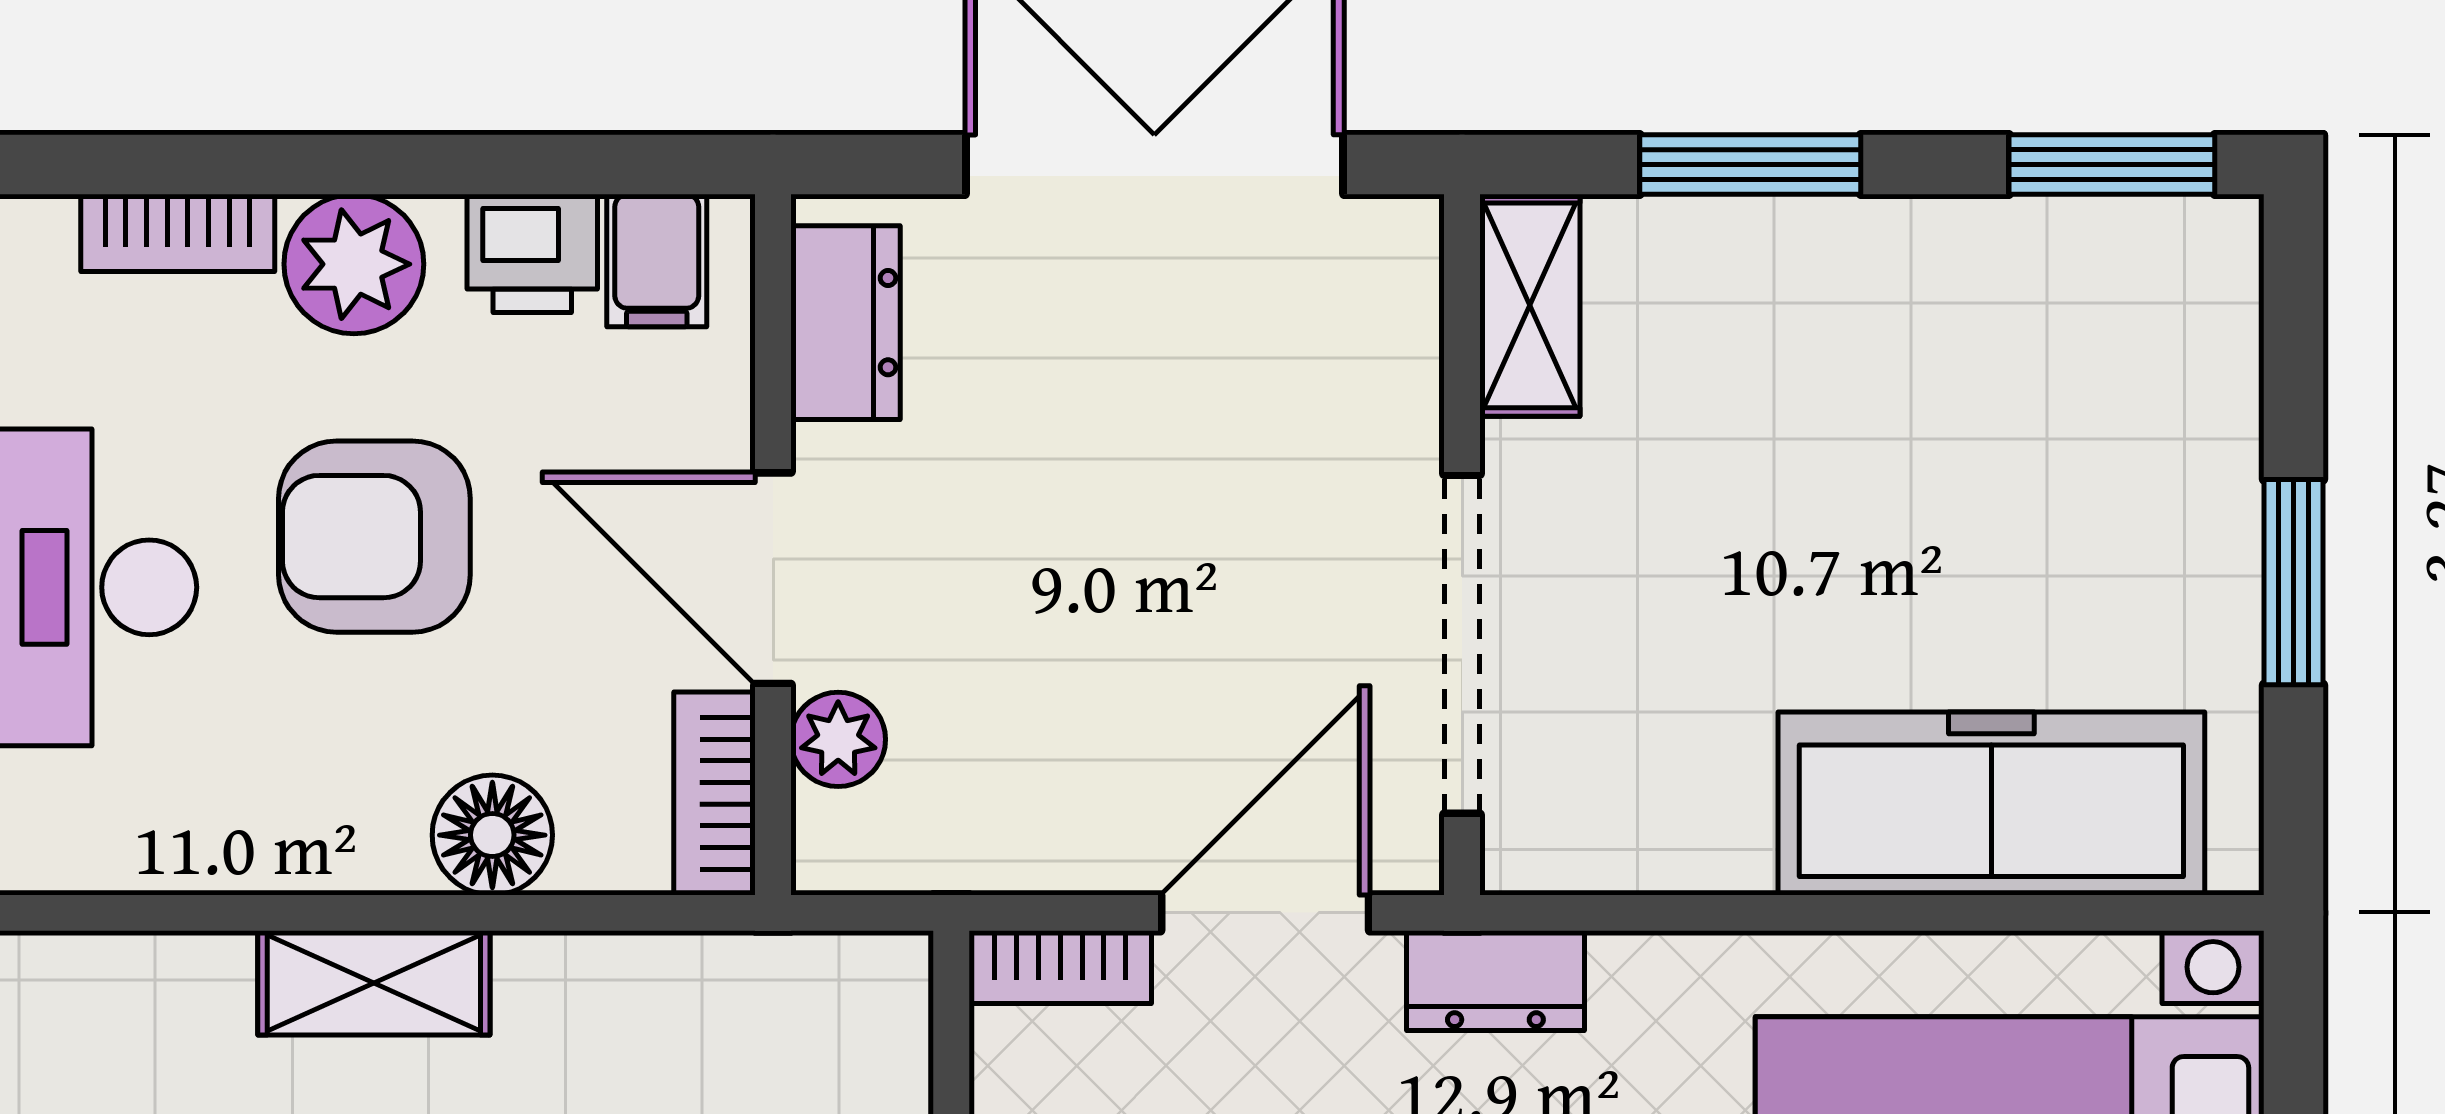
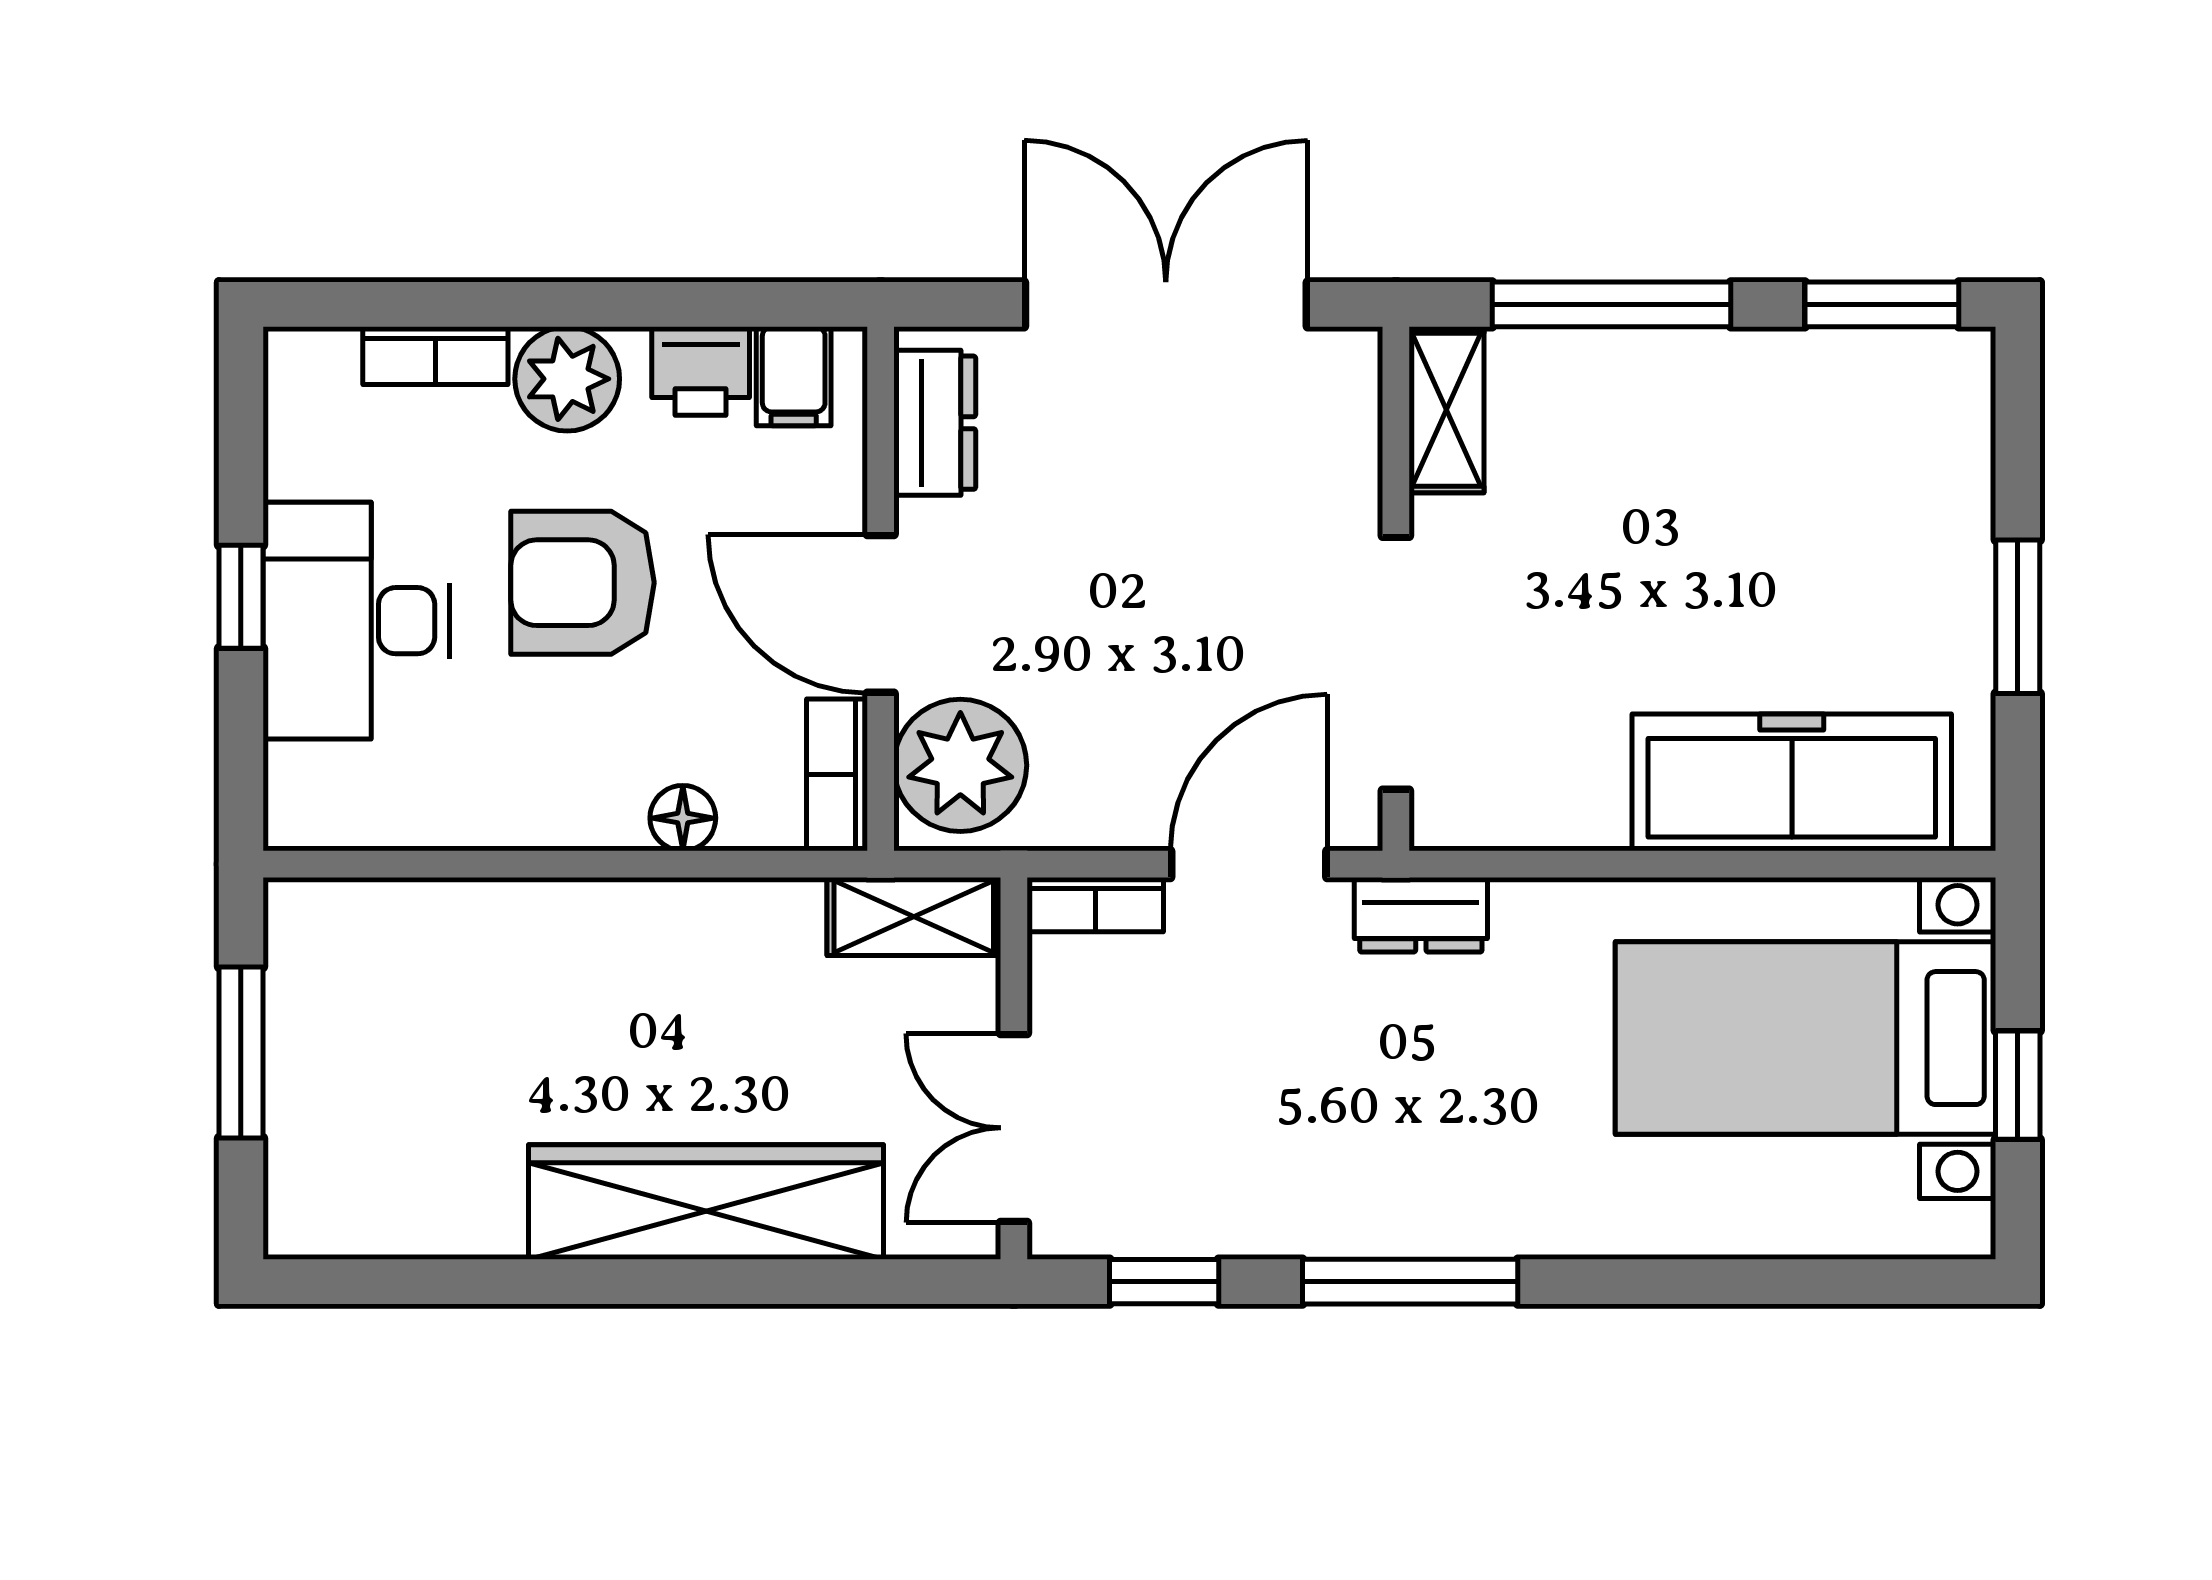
window: (1750, 165) -> (1612, 304), width x1.44
plant: (838, 739) -> (960, 765), width x1.88, depth x1.88
floor lamp: (492, 835) -> (683, 818), width x0.73, depth x0.73
shelving: (374, 983) -> (914, 917), moved

